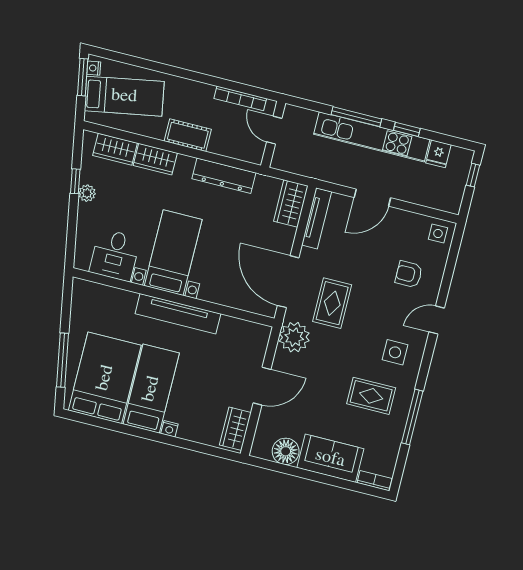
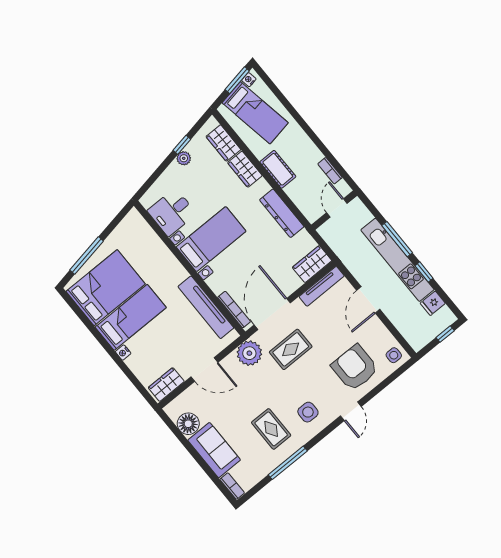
bookcase: (240, 98) -> (330, 171), width x0.64
door: (372, 198) -> (368, 300), hinge flipped
armchair: (409, 274) -> (355, 368), width x1.88, depth x1.88
bookcase: (247, 305) -> (234, 310), added
tv unit: (178, 314) -> (206, 307), moved
door: (437, 320) -> (351, 411), swing flipped

